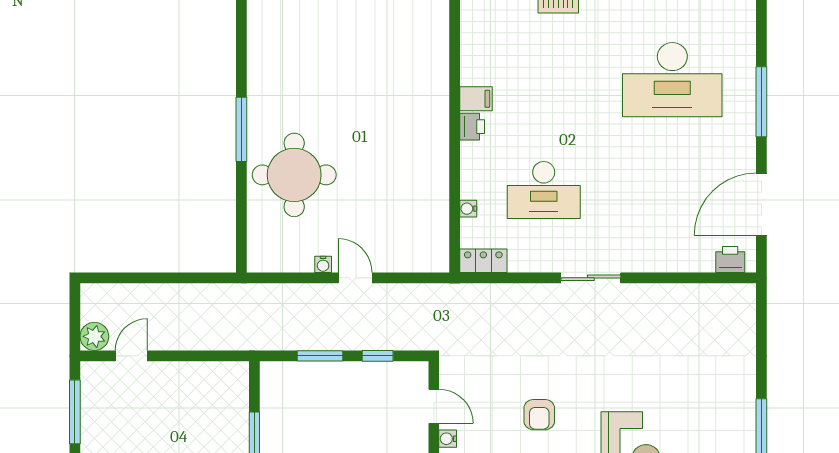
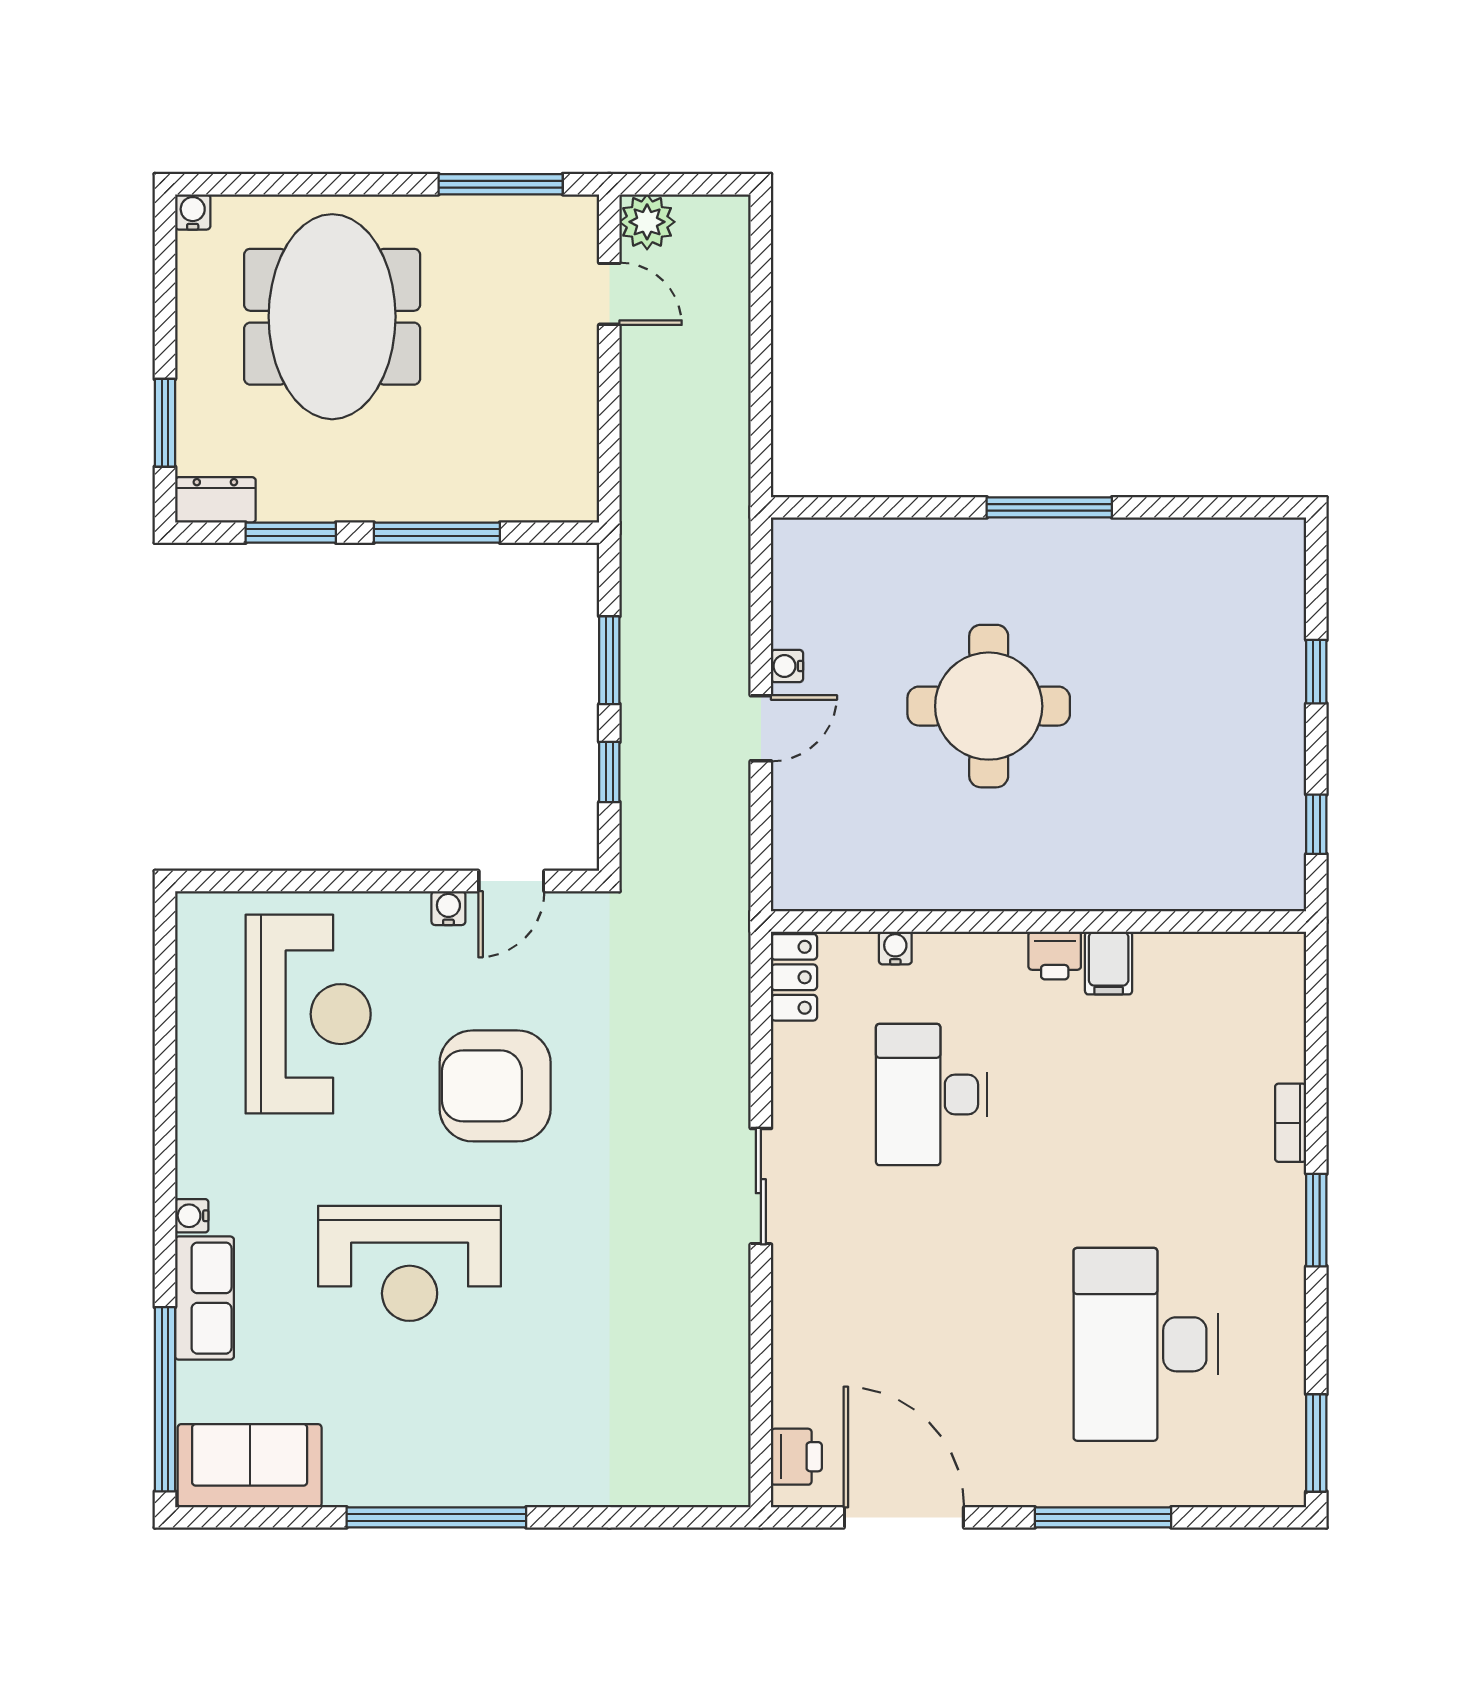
round table: (294, 175) -> (989, 706), moved
armchair: (539, 415) -> (495, 1086), width x1.88, depth x1.88

